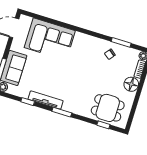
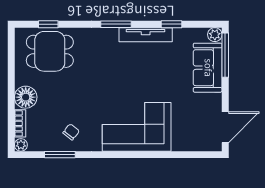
corner sofa: (50, 39) -> (137, 127), moved

